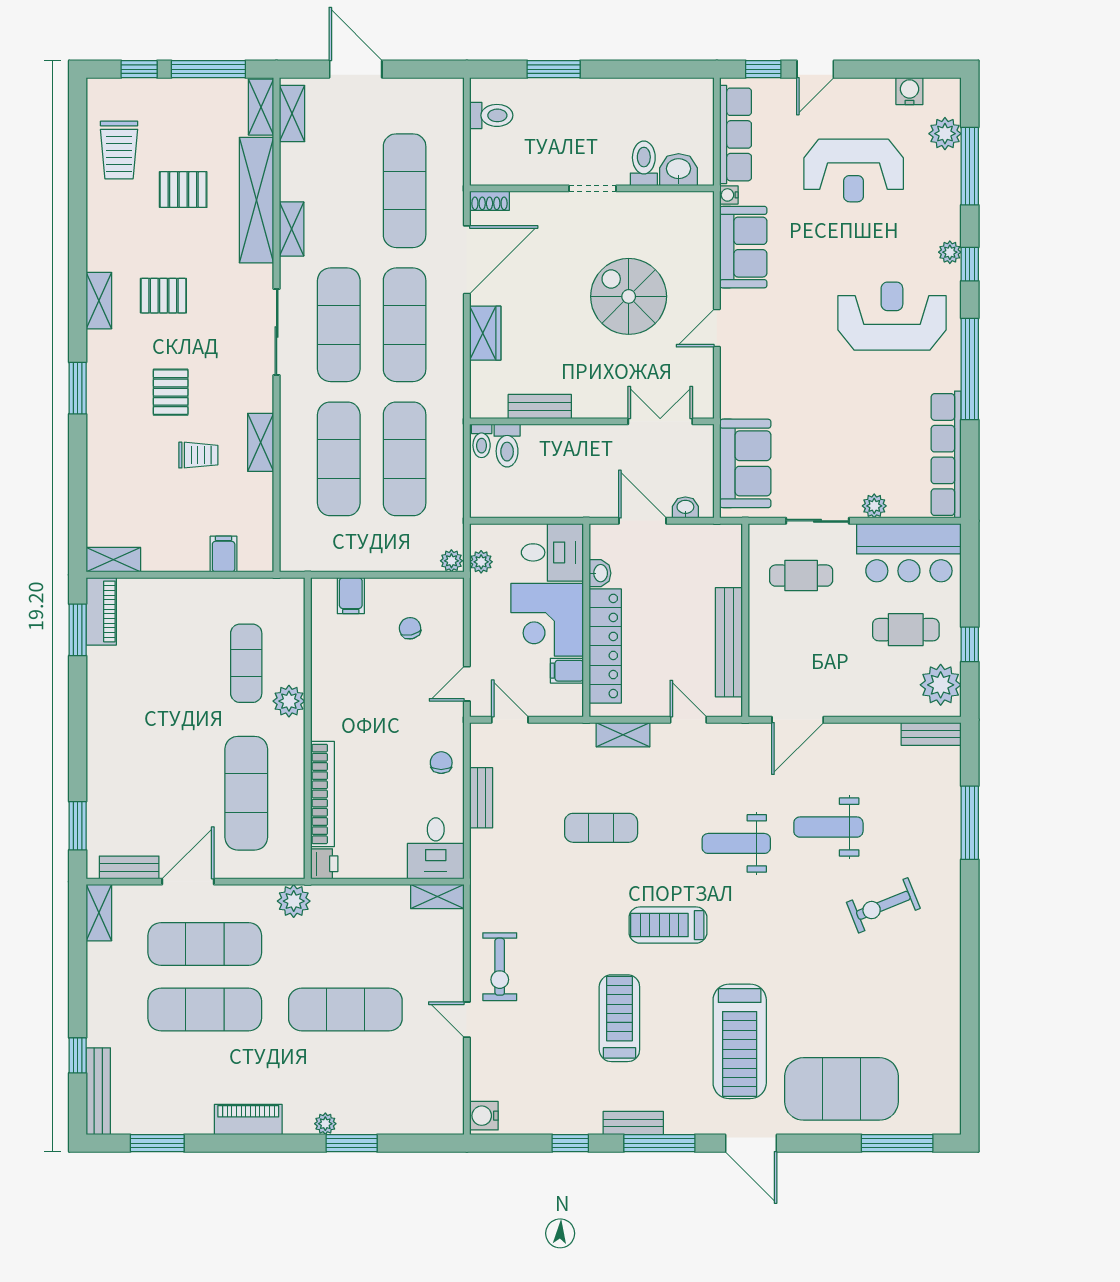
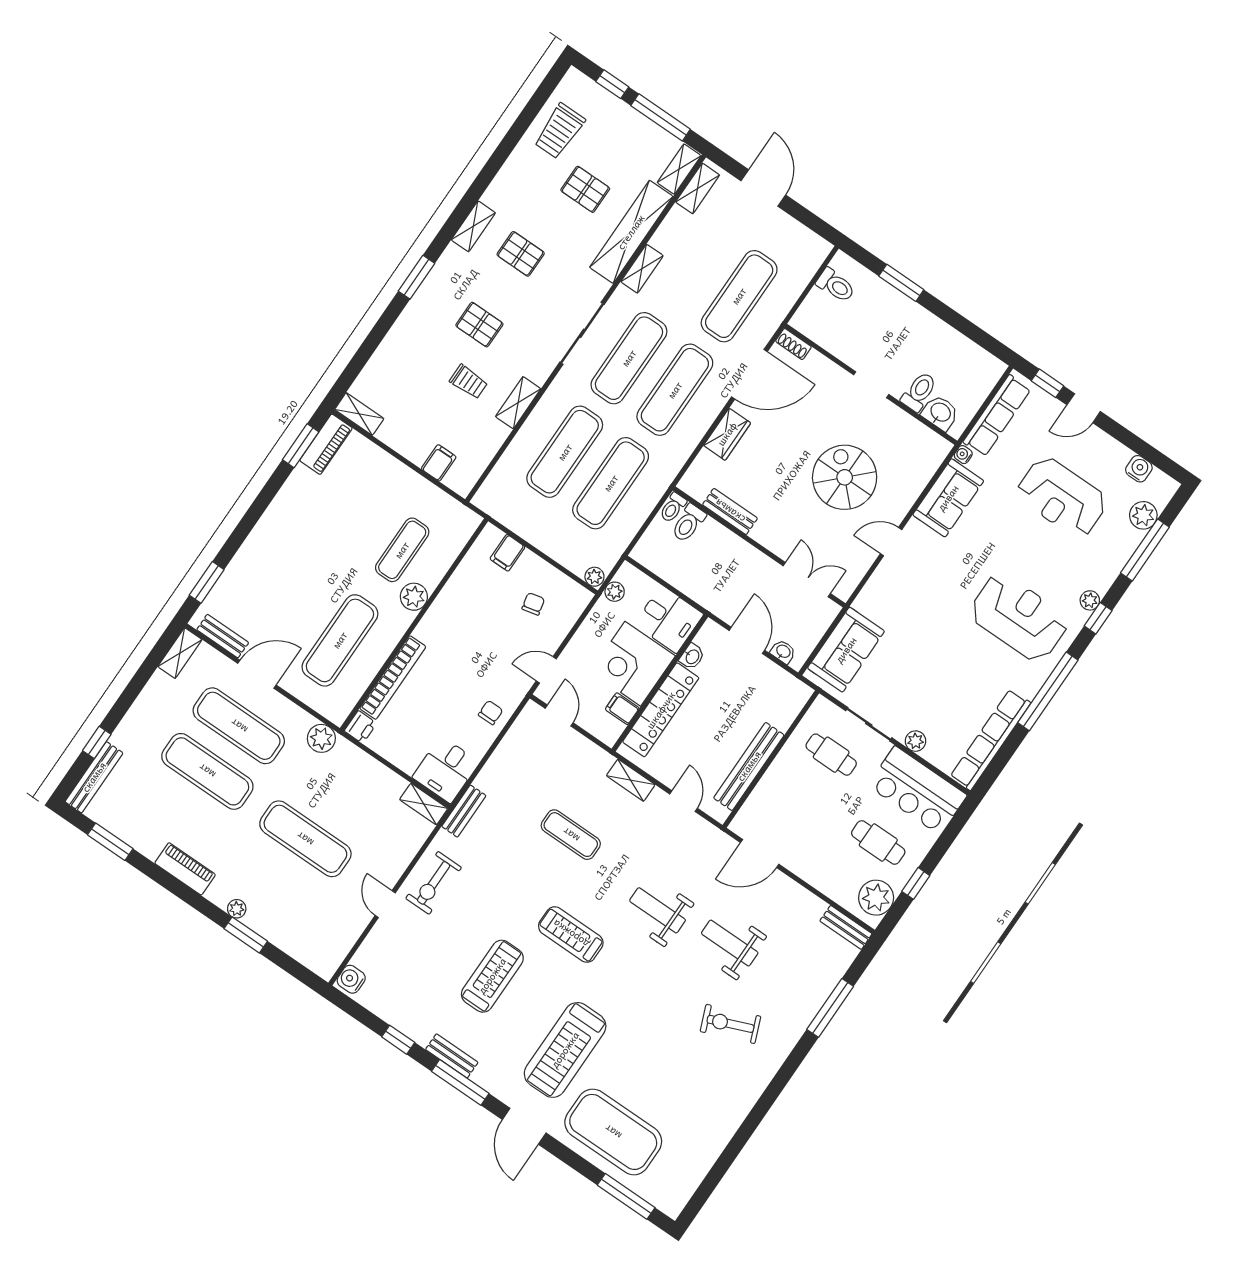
pallet: (171, 392) -> (479, 325), turned 90
bench: (481, 798) -> (464, 811), moved

